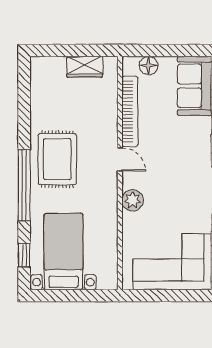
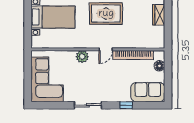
wardrobe: (85, 67) -> (159, 15), moved

